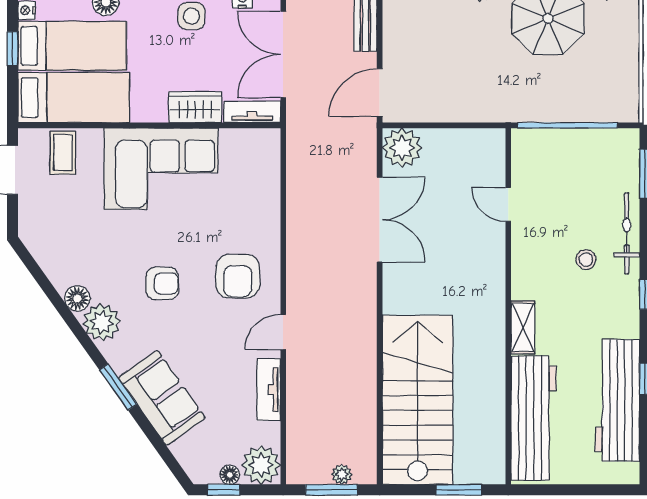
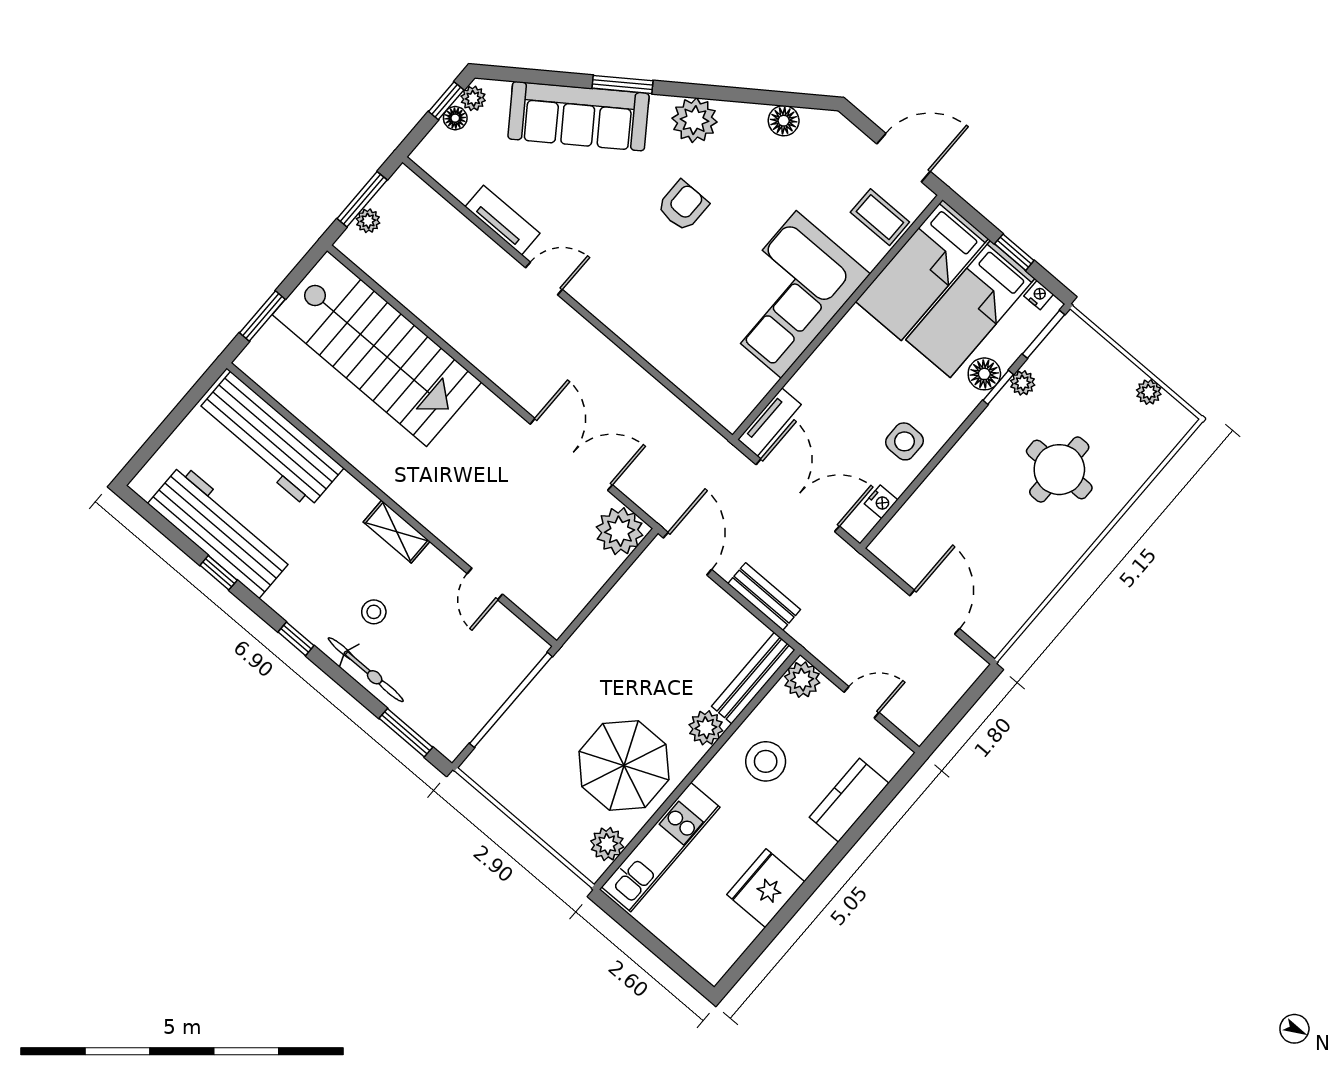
wardrobe: (195, 107) -> (818, 374), removed
door: (508, 204) -> (485, 584), swing flipped
double door: (380, 220) -> (571, 454), swing flipped
armchair: (238, 276) -> (631, 281), removed
armchair: (162, 283) -> (683, 206), turned 180
floor lamp: (77, 298) -> (784, 121), moved
shelving: (523, 327) -> (397, 532), moved
door: (283, 332) -> (544, 278), hinge flipped
sofa: (162, 398) -> (578, 116), width x1.36
plant: (261, 465) -> (473, 98), moved, width x0.53, depth x0.53

